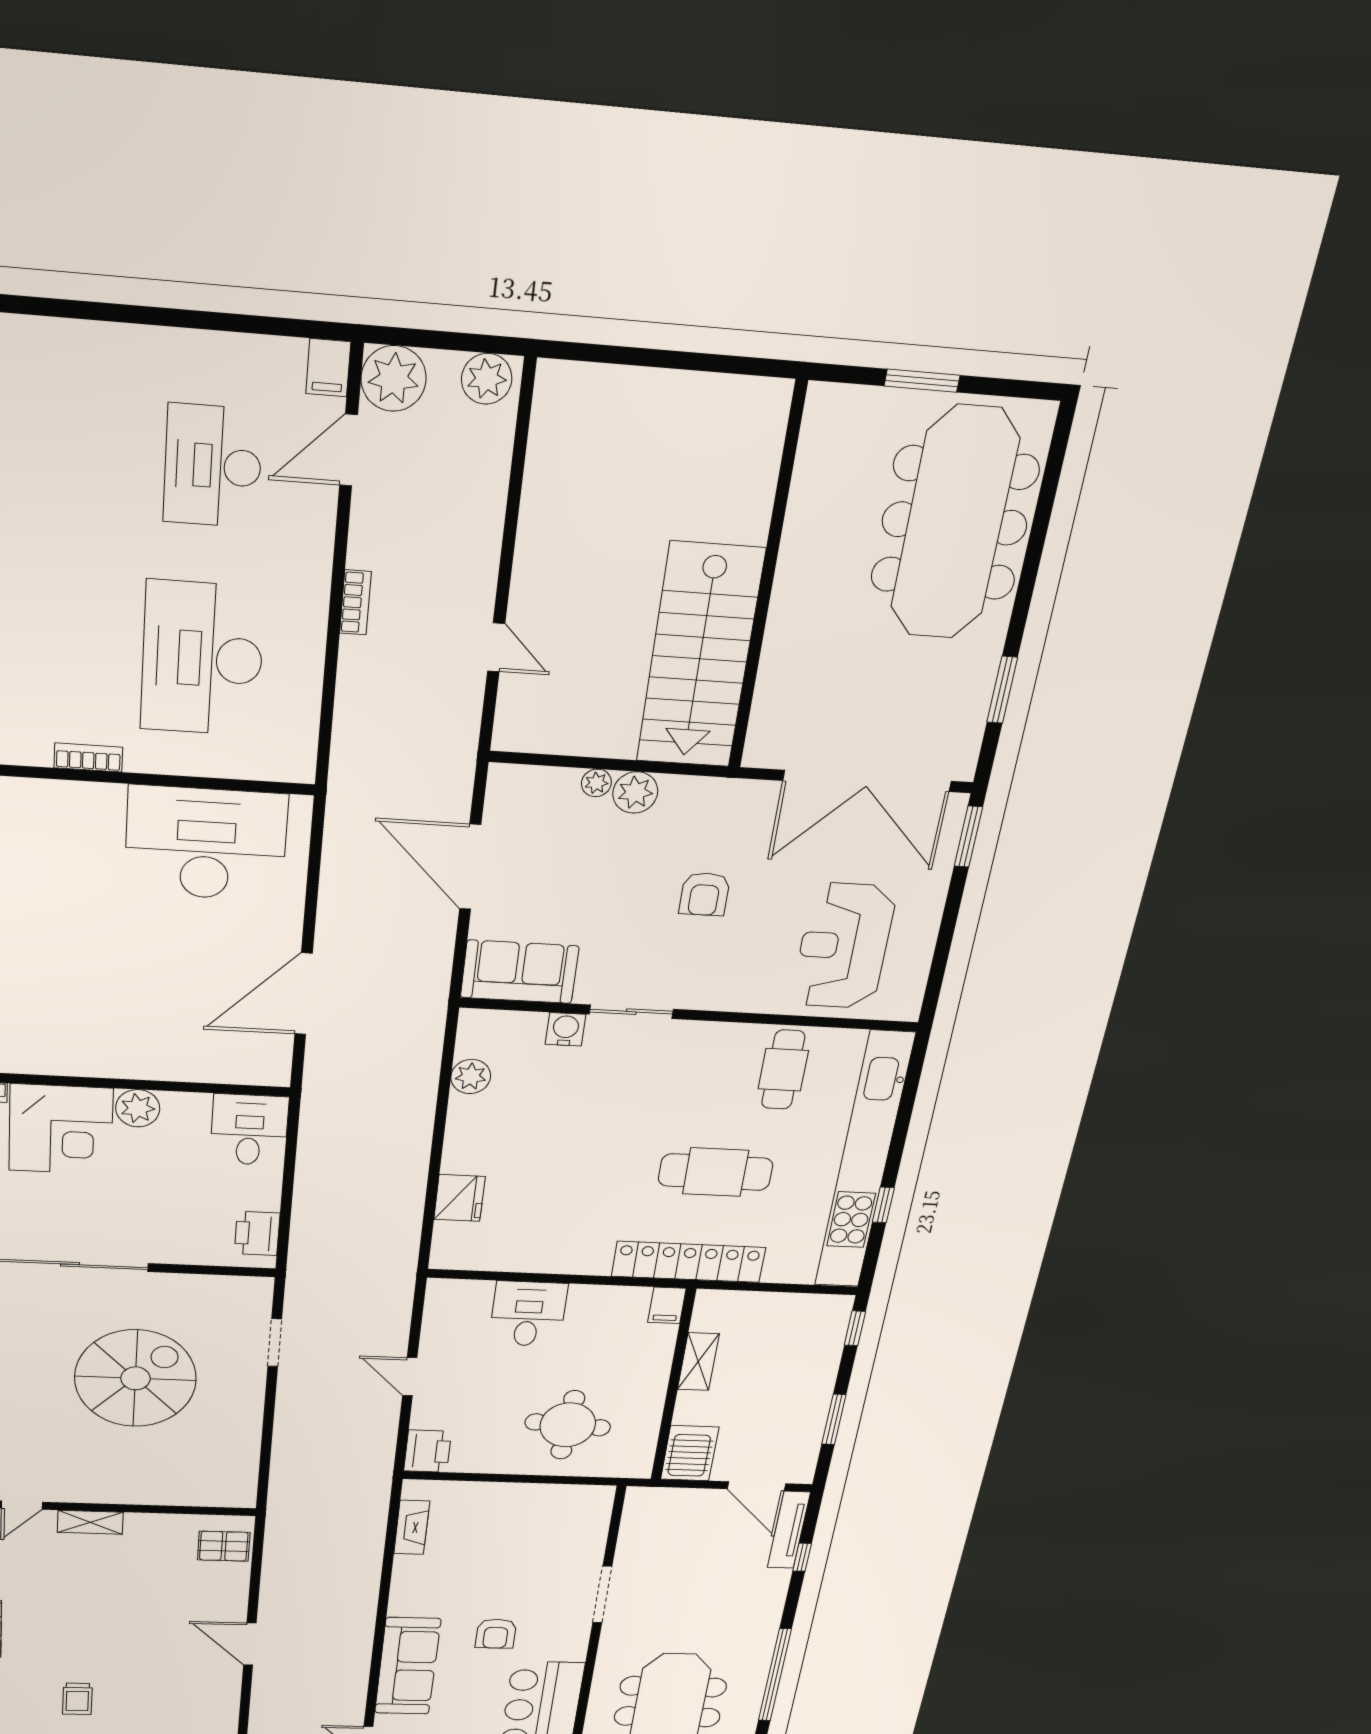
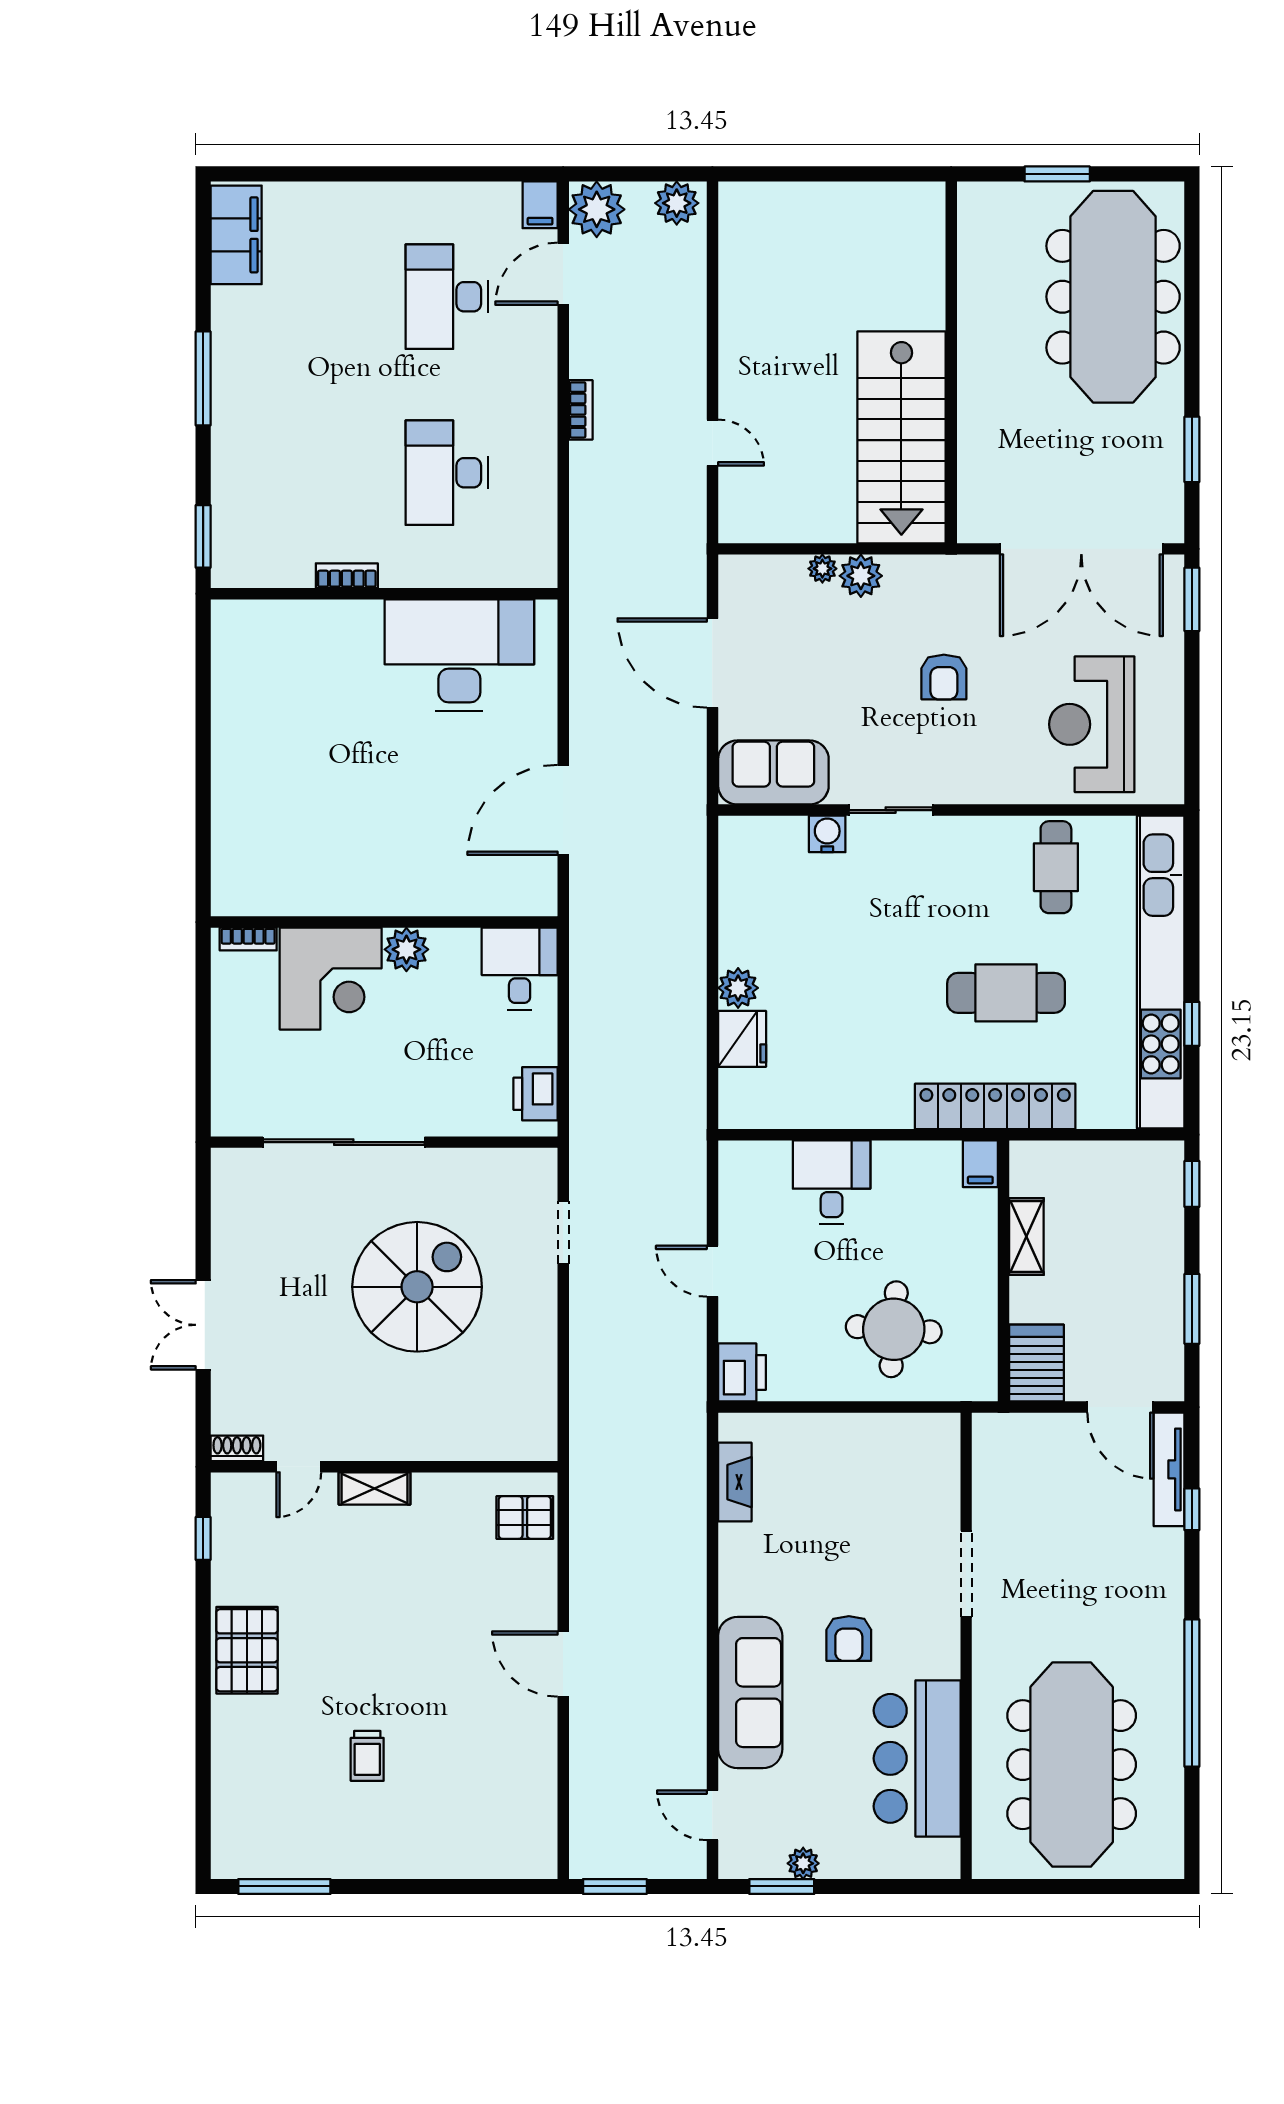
desk: (202, 659) -> (447, 473), width x0.73, depth x0.77
plant: (471, 1076) -> (738, 988), moved

